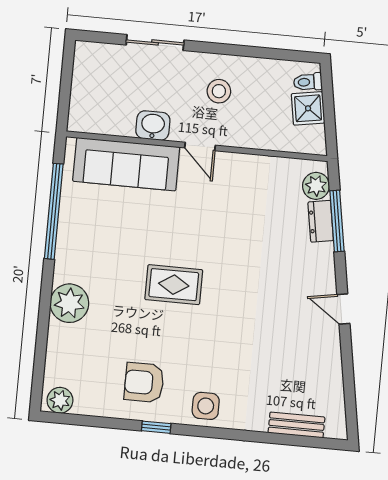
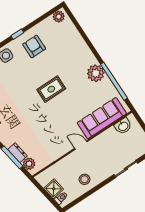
stool: (219, 91) -> (84, 179), moved
washbasin: (153, 126) -> (123, 126), moved
plant: (69, 303) -> (96, 73), moved
armchair: (144, 382) -> (34, 46), turned -90

